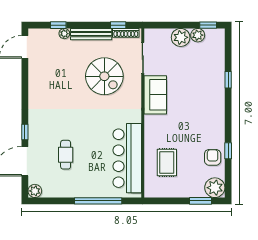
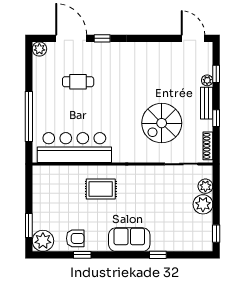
window: (118, 25) -> (216, 118), moved
bench: (91, 34) -> (207, 103), width x0.73
plant: (198, 35) -> (205, 186), moved
sofa: (155, 95) -> (129, 240), moved, turned 180
rug: (167, 163) -> (101, 189), moved

